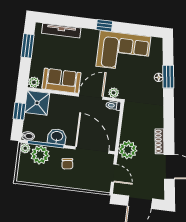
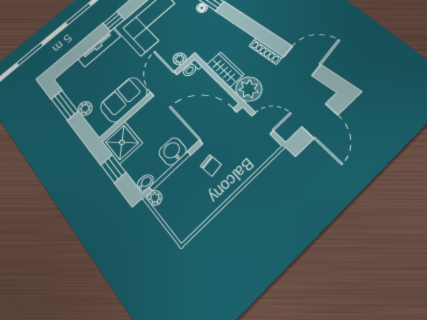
tv unit: (61, 31) -> (99, 48), moved
plant: (34, 82) -> (85, 108), moved
wardrobe: (129, 126) -> (225, 70), added
plant: (40, 155) -> (176, 187), removed

